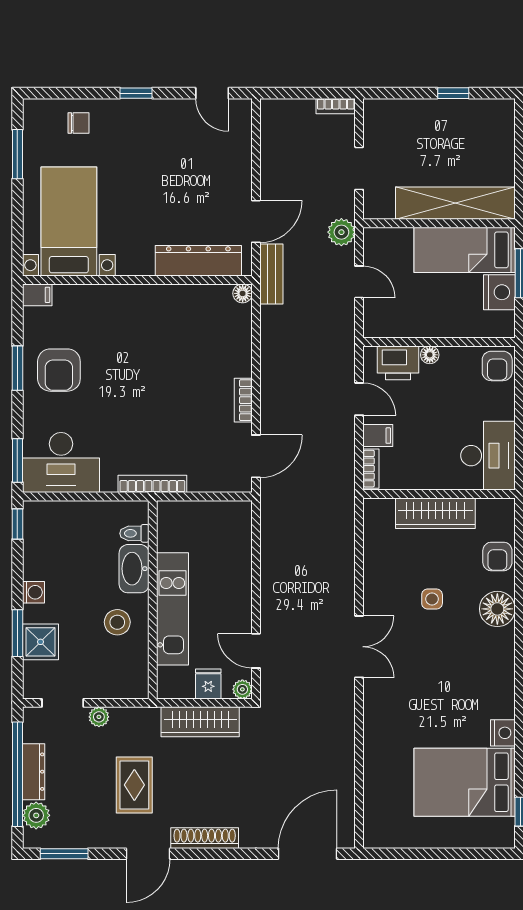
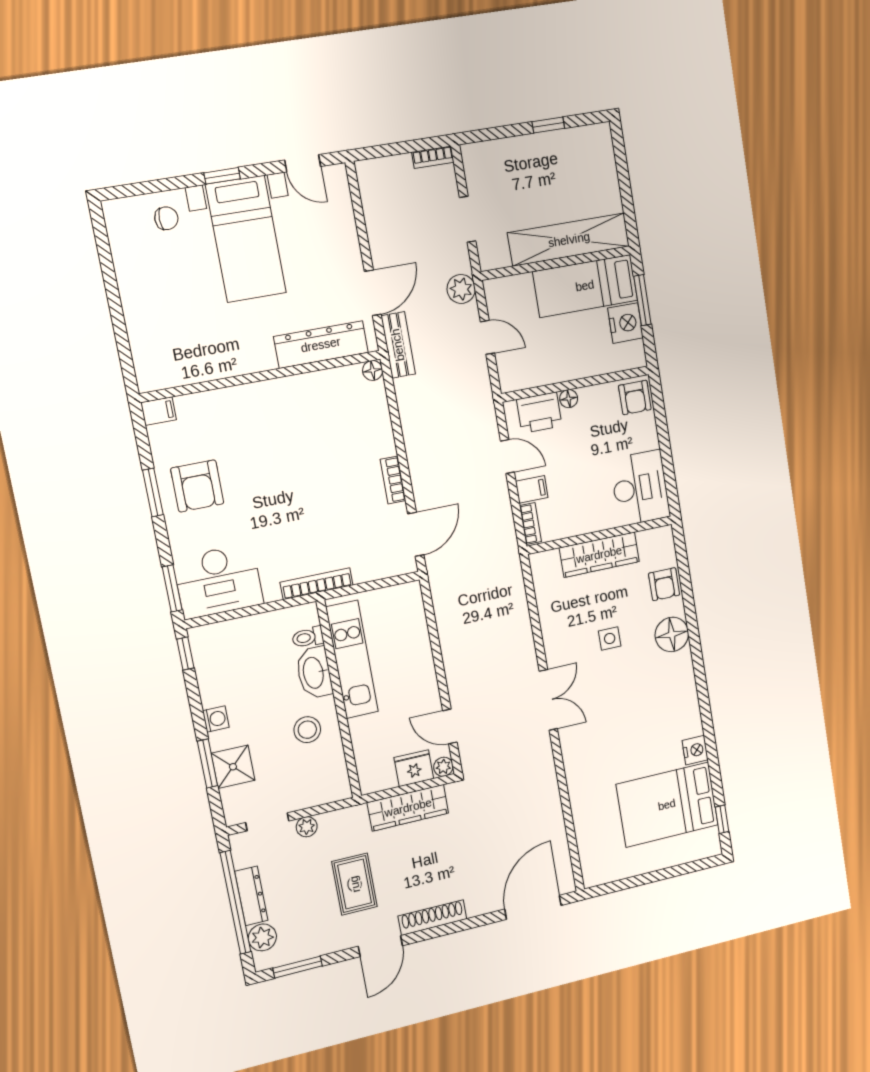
window: (17, 154) -> (107, 263), removed
bed with nightstands: (69, 221) -> (246, 239), moved, turned 180
kitchen unit: (173, 609) -> (352, 659), moved
fridge: (208, 684) -> (414, 768), width x1.38

